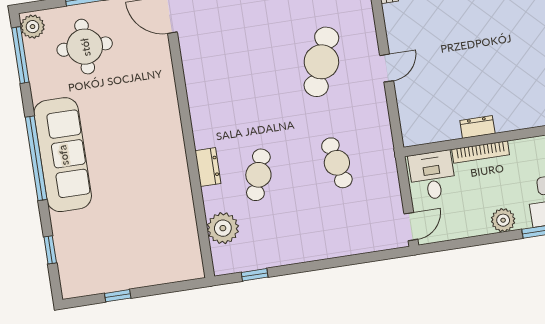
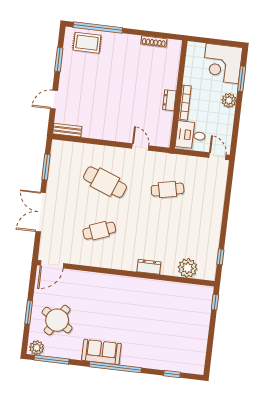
round table: (85, 47) -> (57, 320), turned 32
door: (387, 68) -> (140, 147), moved
sofa: (63, 155) -> (101, 352), width x0.54, depth x0.79
cafe table: (258, 175) -> (99, 231), moved, turned -39
window: (118, 296) -> (215, 302), moved

